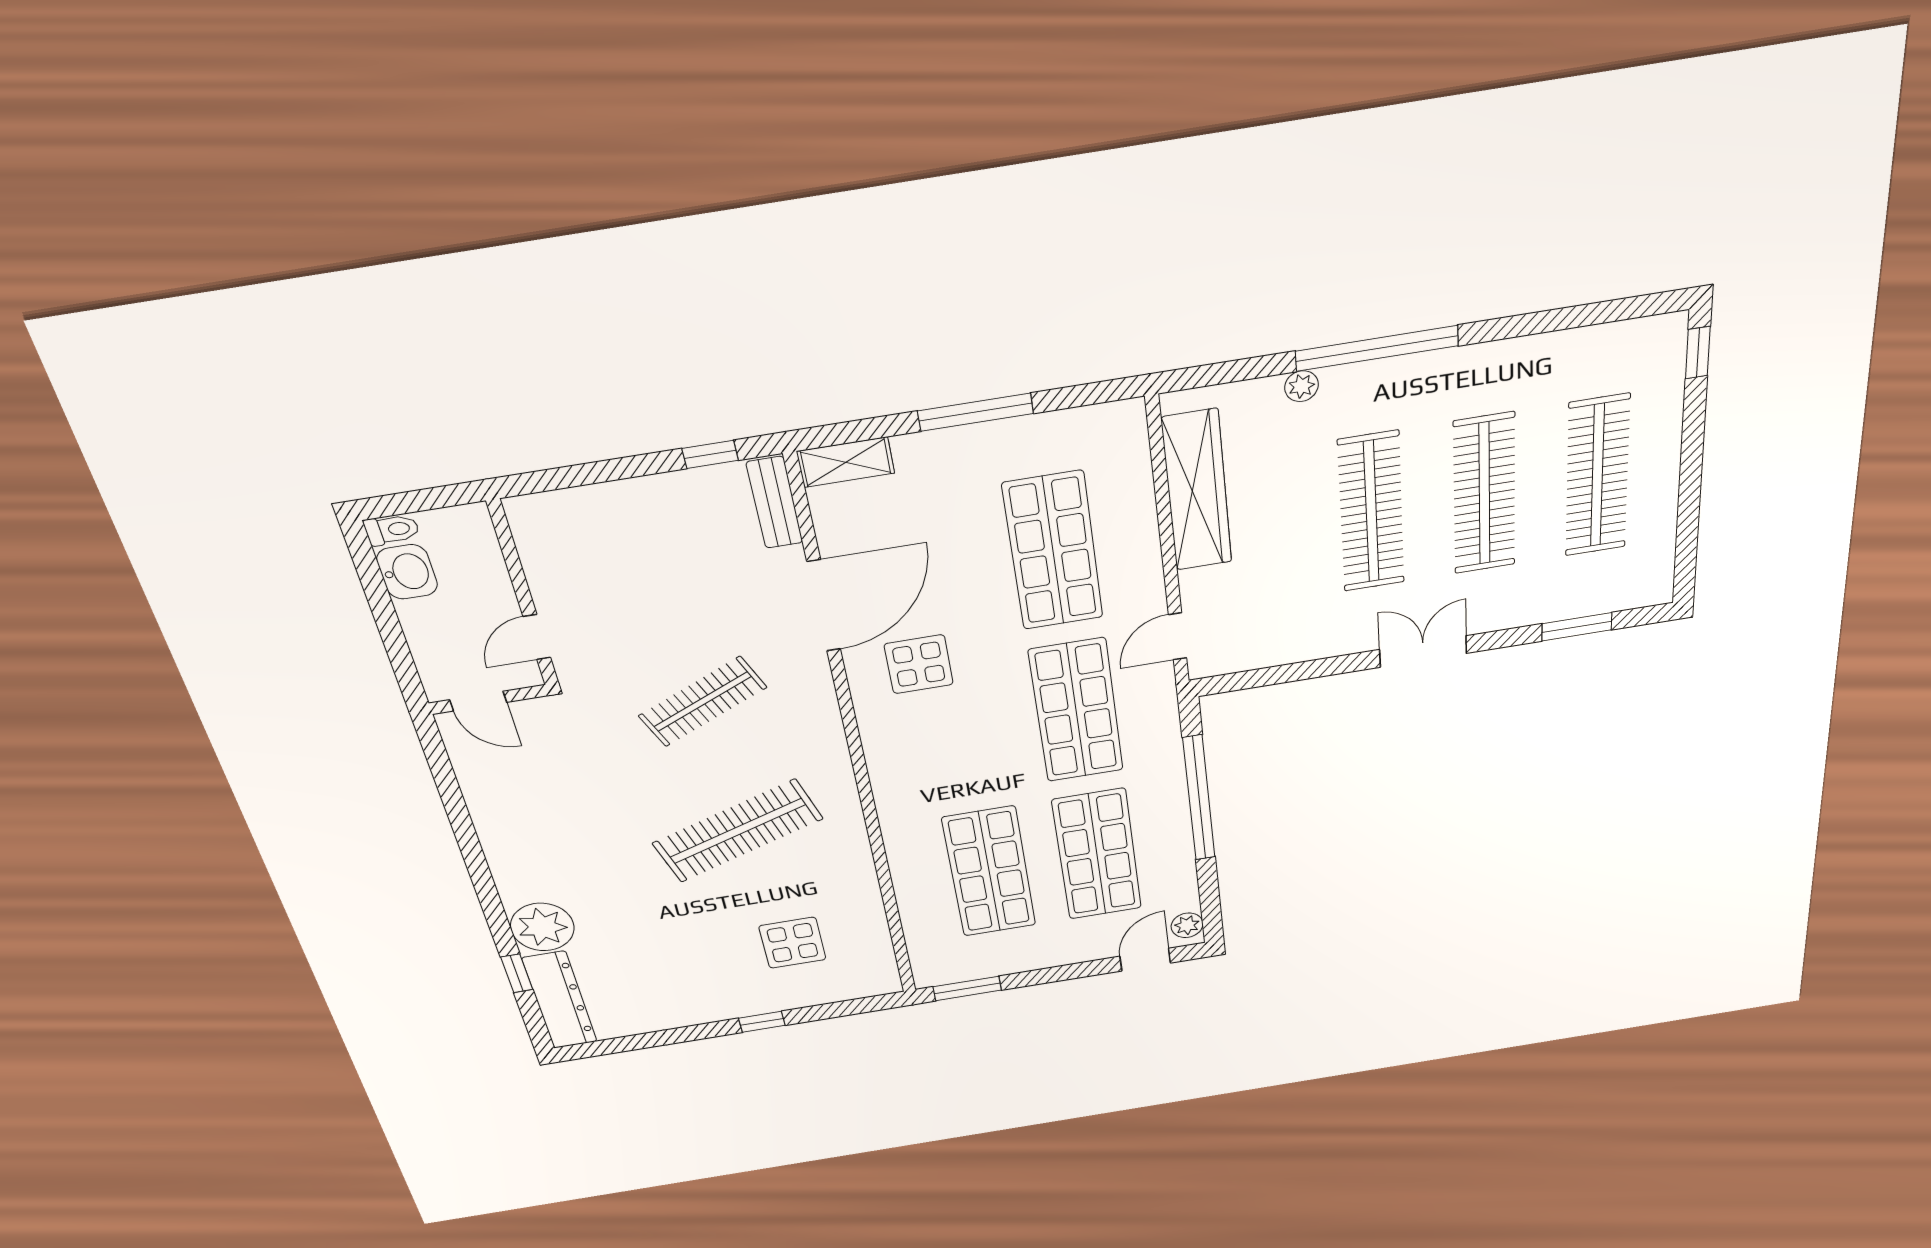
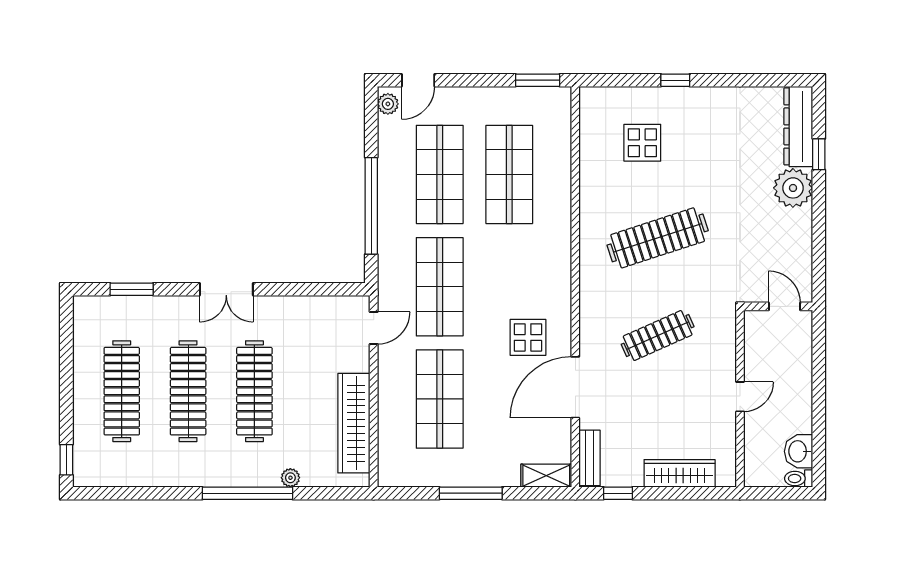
wardrobe: (608, 504) -> (680, 473), added
wall: (489, 699) -> (778, 306), moved
door: (478, 701) -> (784, 306), moved

